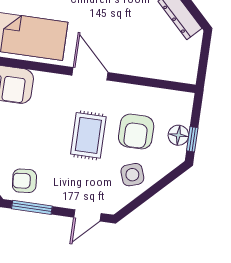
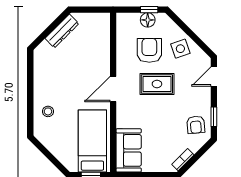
armchair: (136, 132) -> (149, 50), turned -90
window: (32, 207) -> (214, 117), width x0.67
door: (87, 215) -> (214, 77), swing flipped

